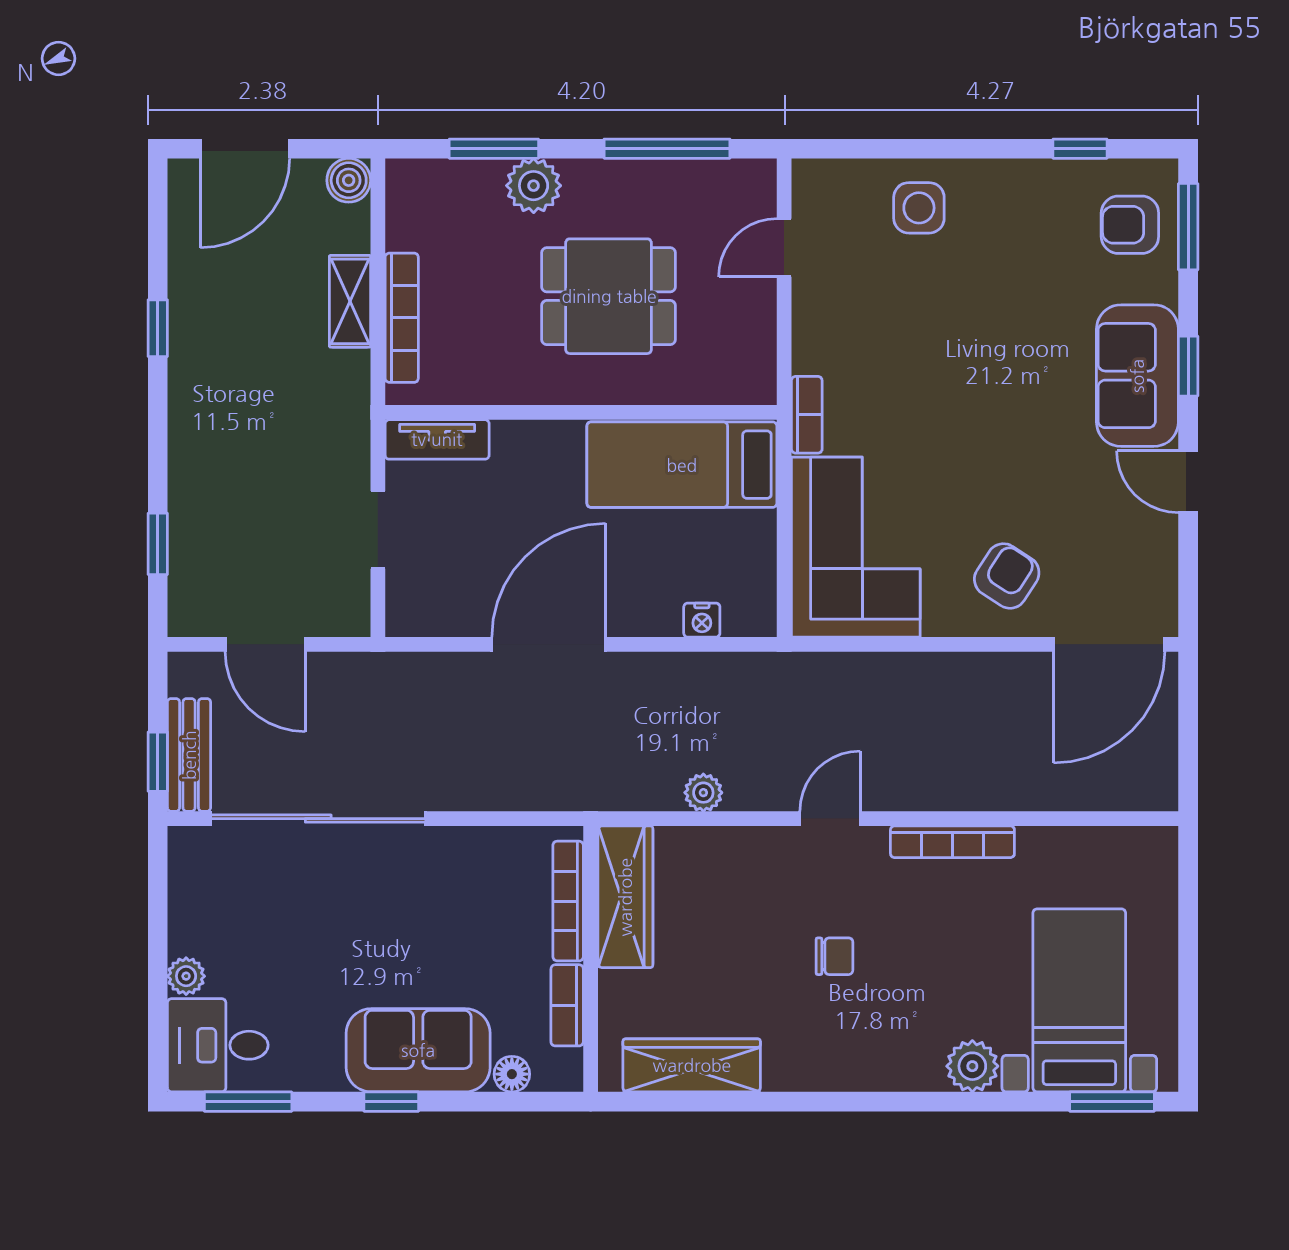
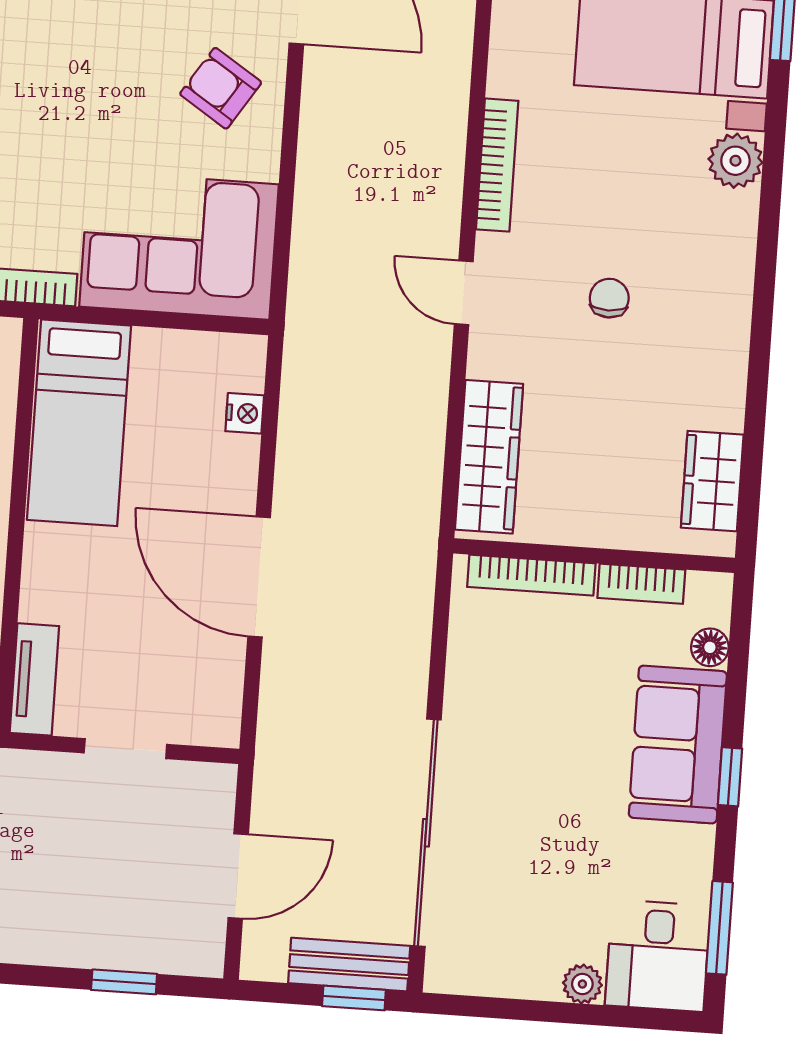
plant: (703, 793) -> (427, 424), removed
wardrobe: (625, 897) -> (489, 457), moved, turned 90
wardrobe: (692, 1065) -> (712, 481), width x0.67

